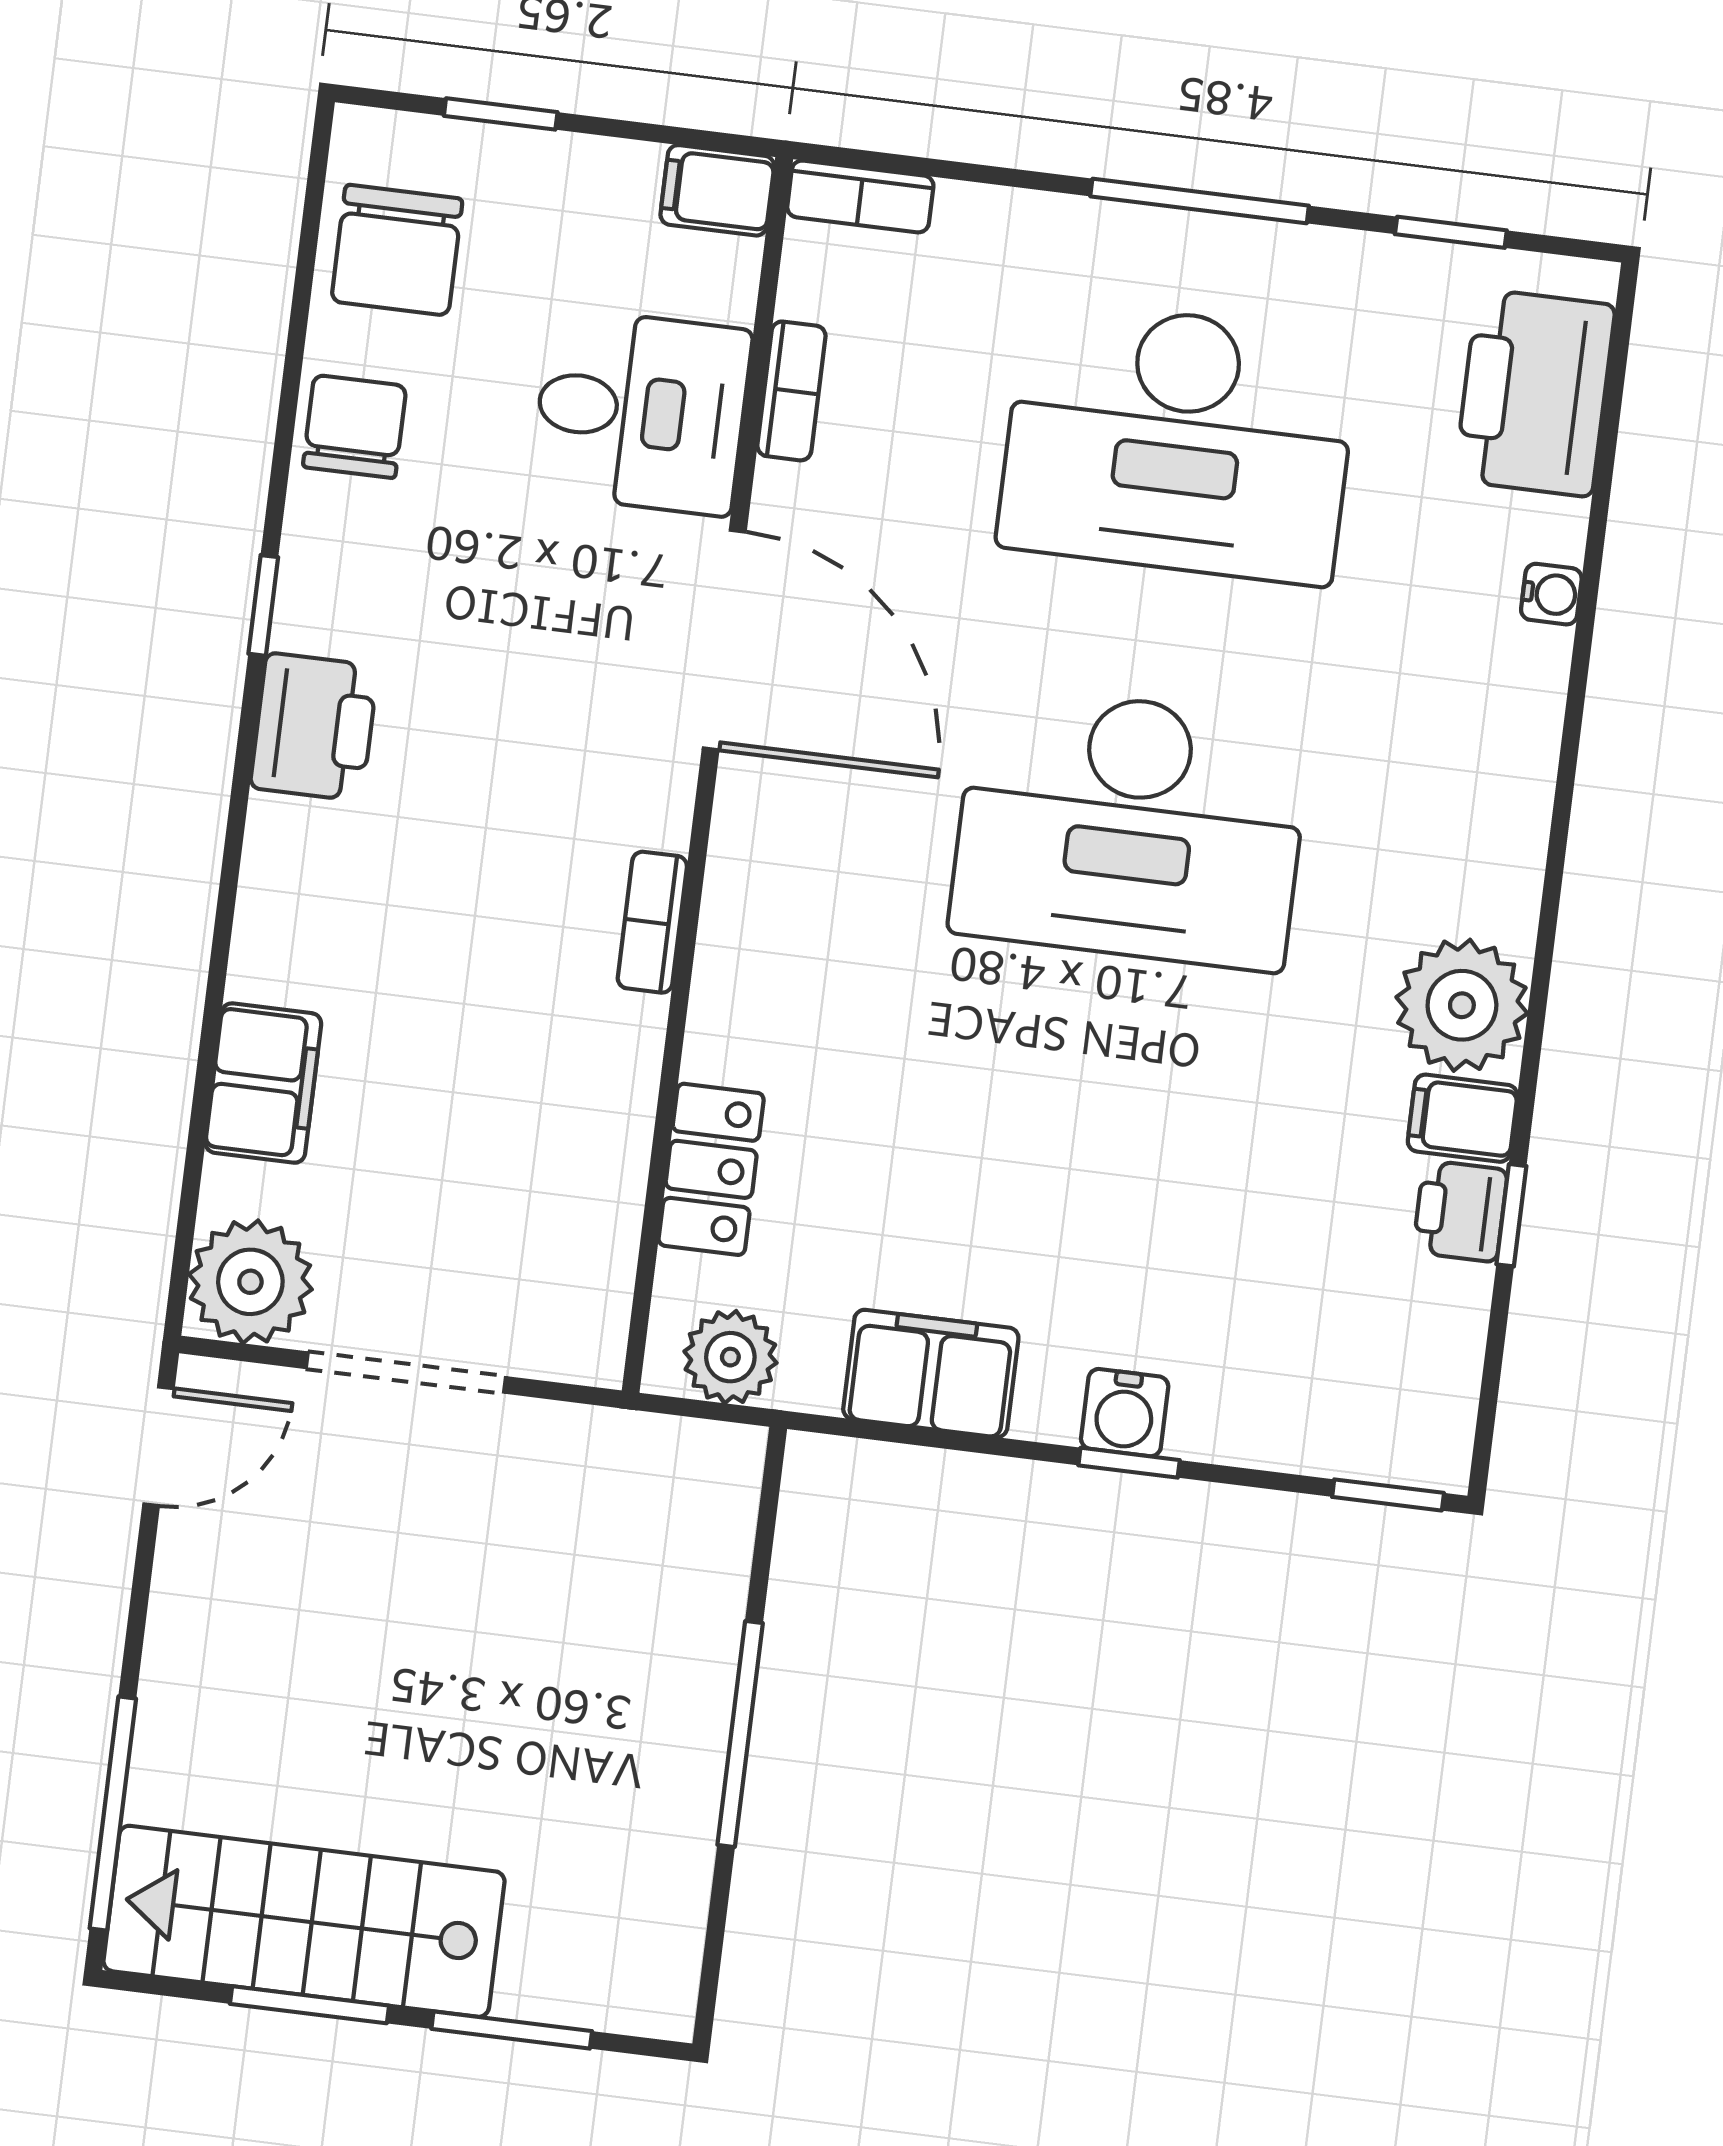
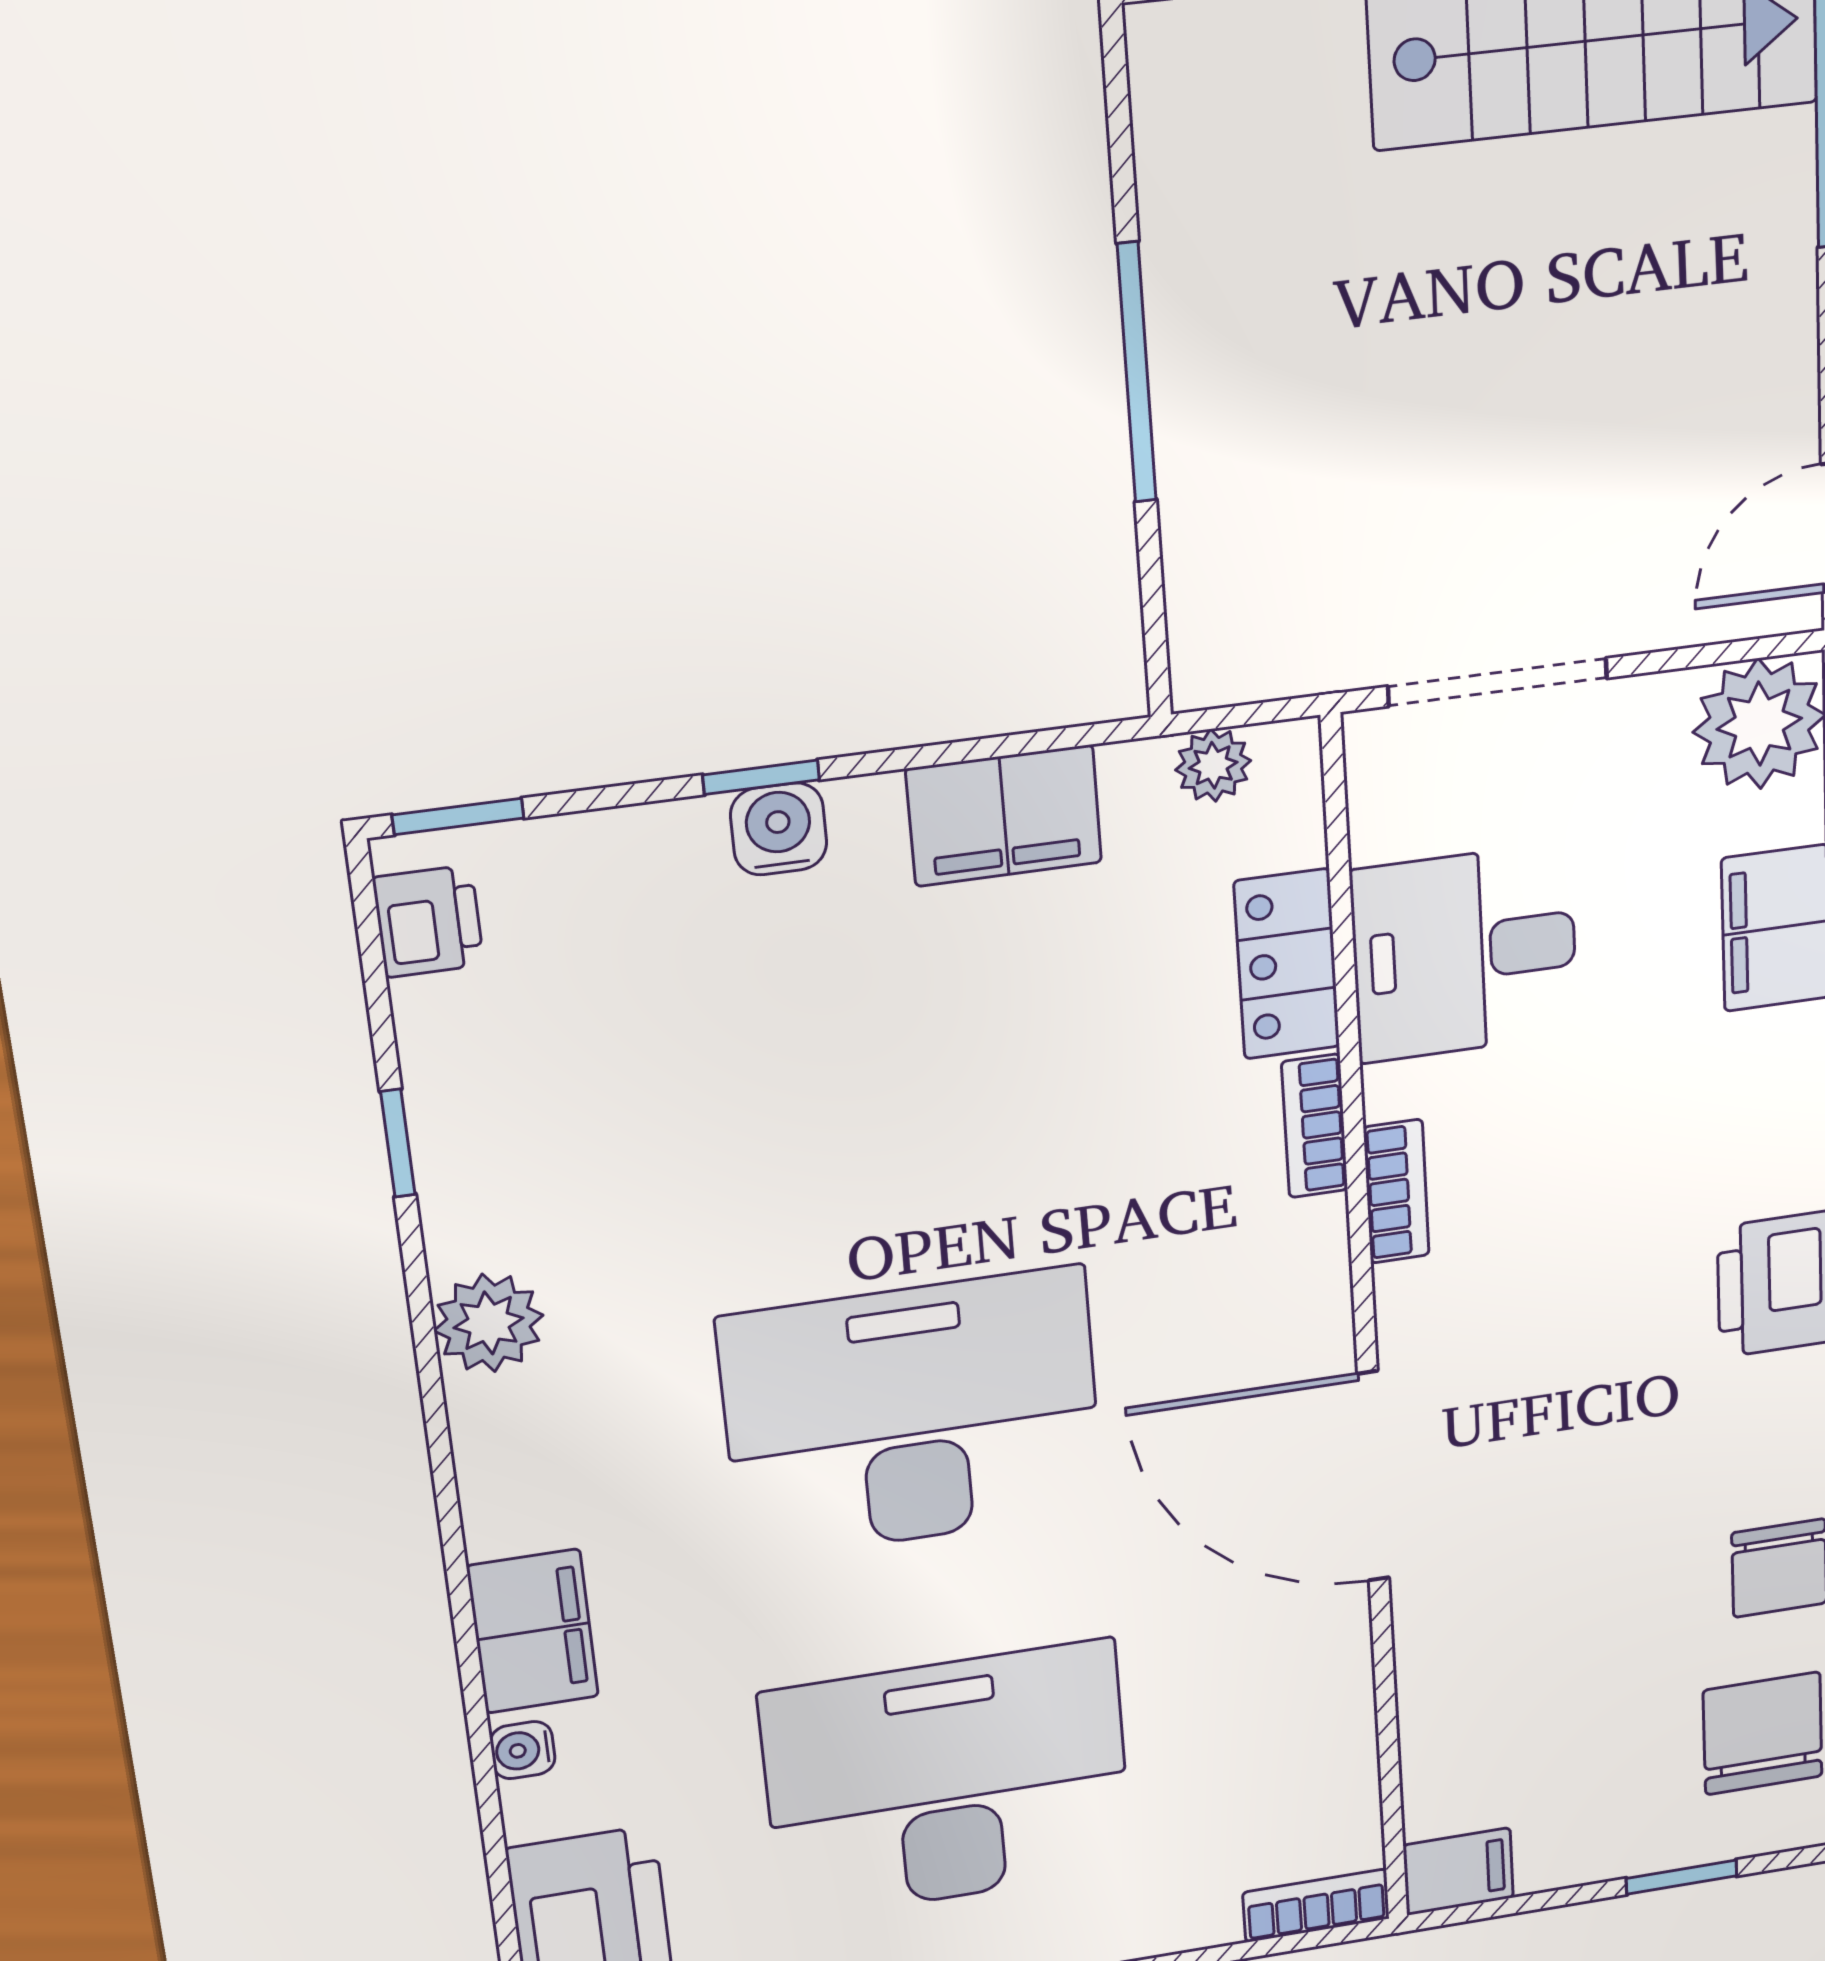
bookcase: (791, 391) -> (1315, 1126), moved
desk: (641, 412) -> (1465, 953), moved
plant: (1462, 1005) -> (489, 1323), width x0.73, depth x0.73
filing cabinet: (1463, 1118) -> (533, 1631), moved, width x2.00
printer: (1460, 1211) -> (428, 921), moved
plant: (730, 1357) -> (1213, 765), width x0.73, depth x0.73
doorway: (406, 1373) -> (1498, 682), moved

